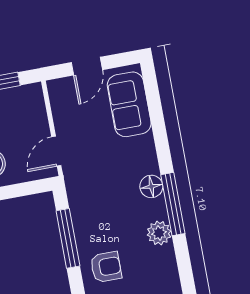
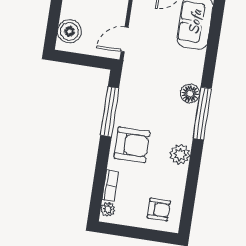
plant: (159, 233) -> (180, 154), moved
armchair: (106, 267) -> (132, 145), width x1.38, depth x1.38

